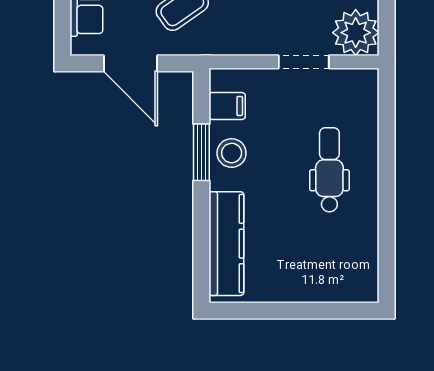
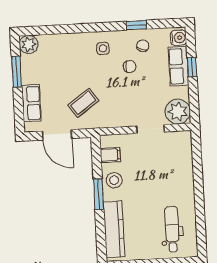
window: (201, 152) -> (99, 194), moved
dental chair: (329, 170) -> (172, 229), moved

